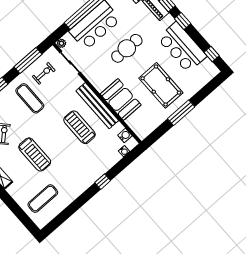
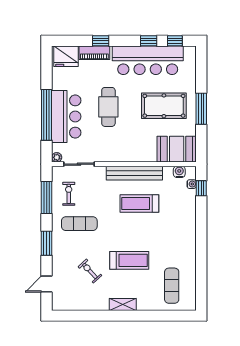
window: (183, 21) -> (149, 41), moved
bar counter: (182, 47) -> (148, 60), width x1.36
booth: (121, 99) -> (177, 149), moved
window: (103, 182) -> (201, 188), moved

